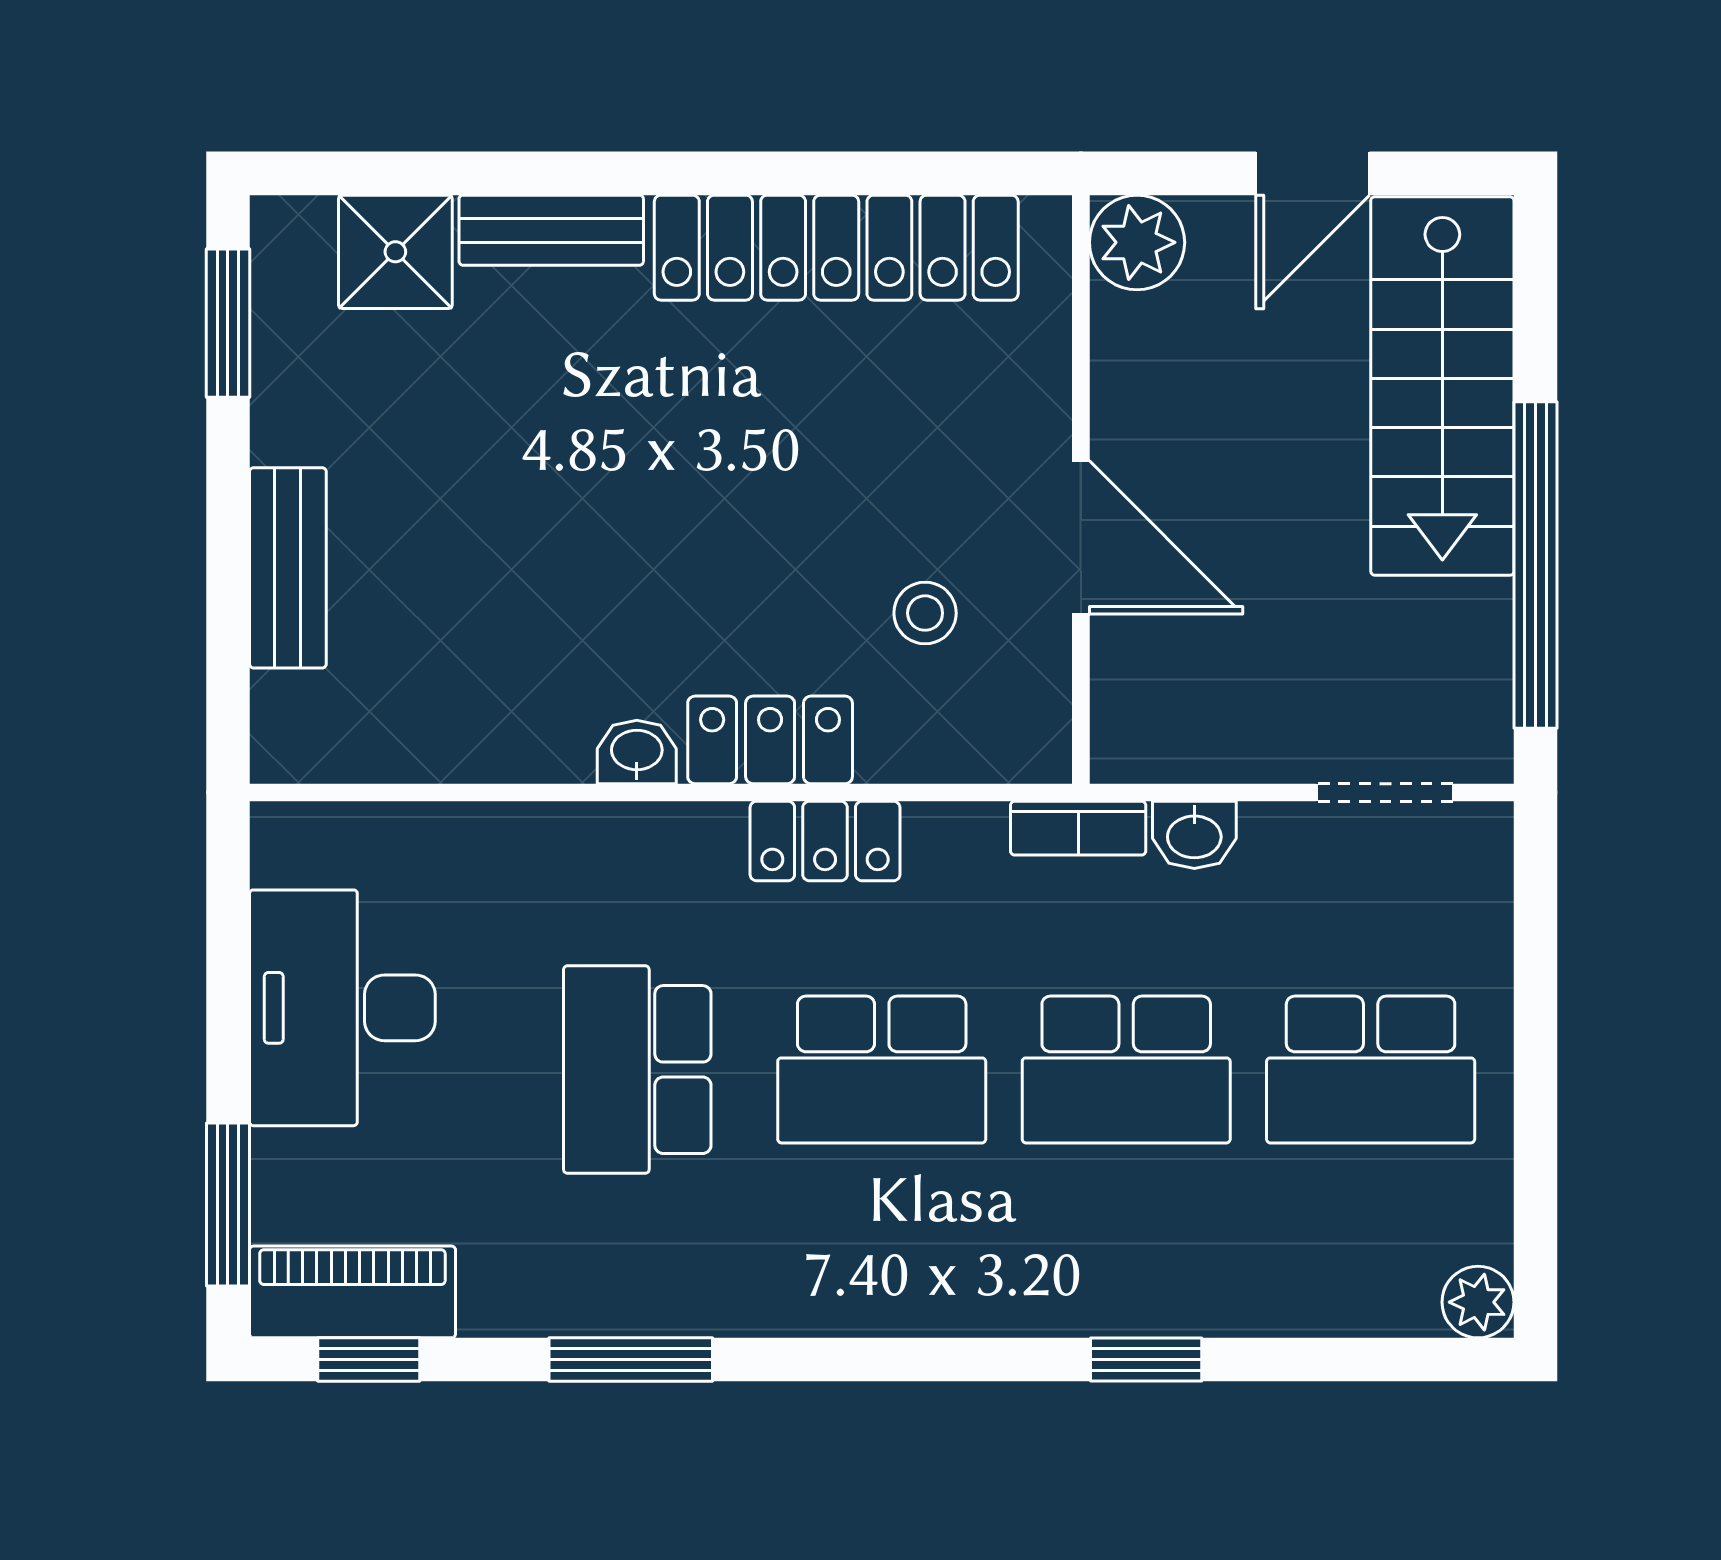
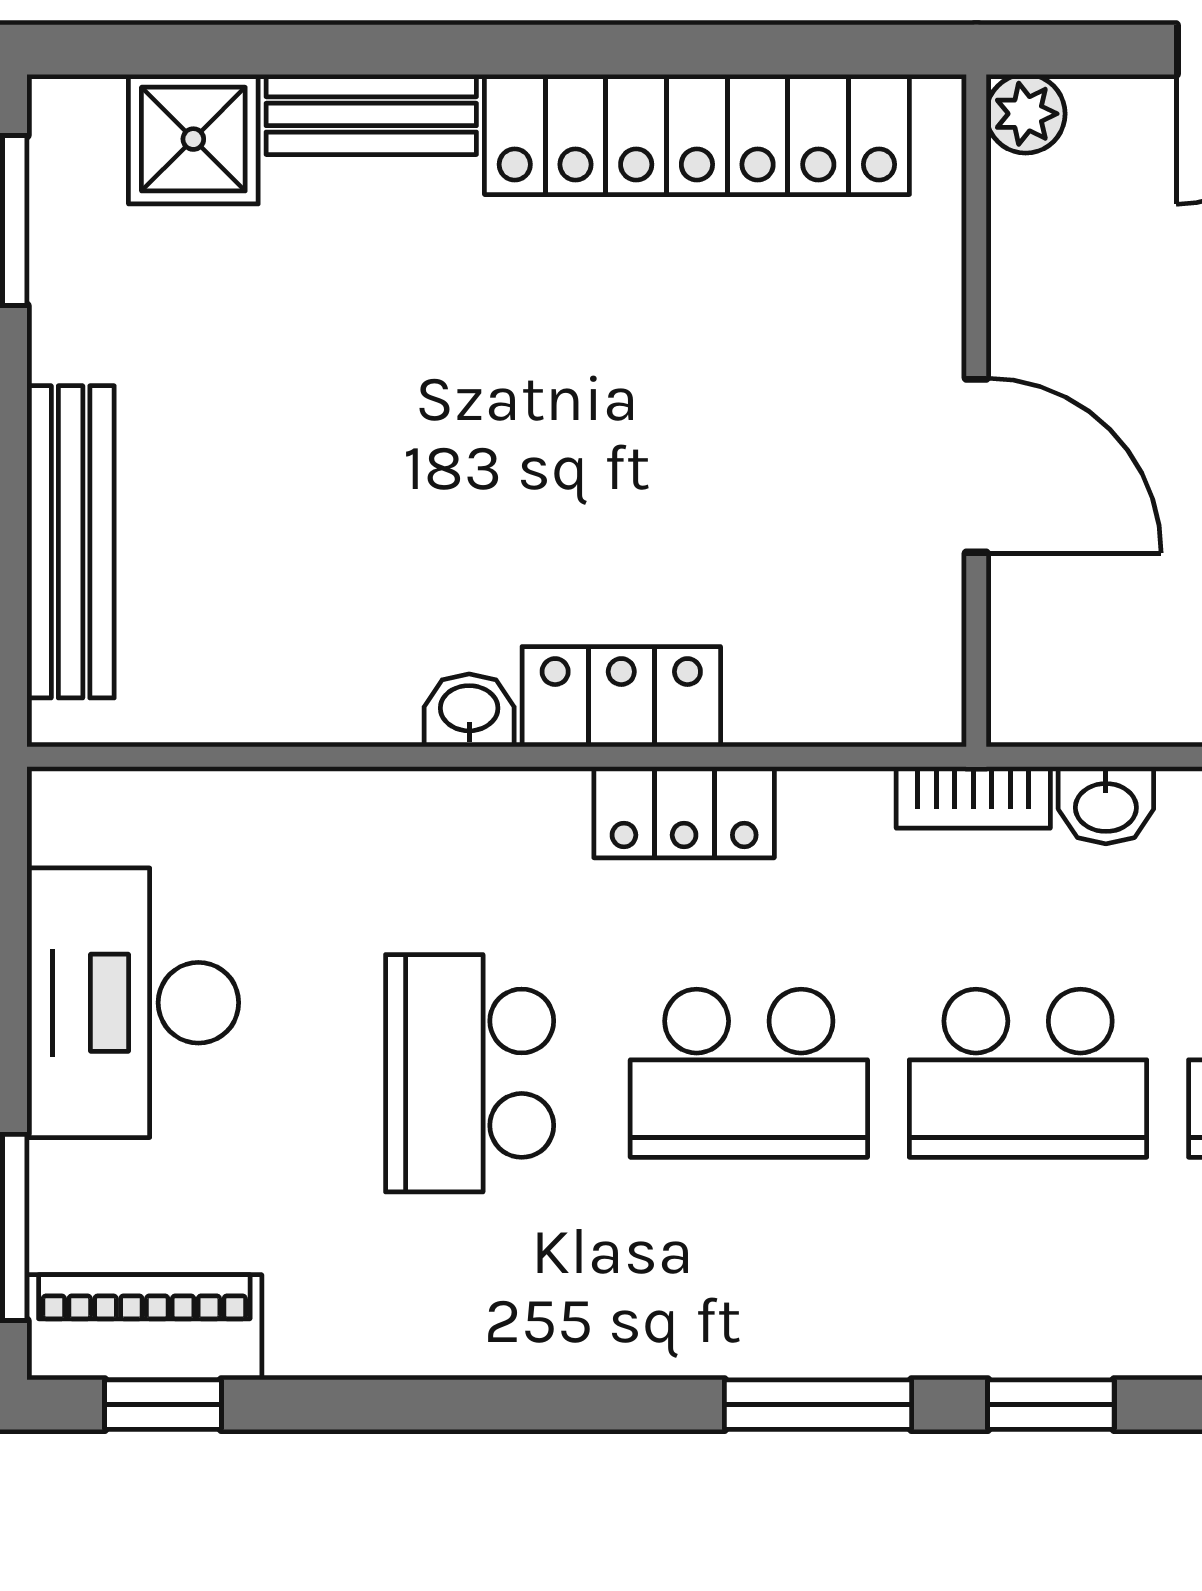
plant: (1137, 242) -> (1026, 114), width x0.73, depth x0.73
bench: (288, 568) -> (71, 542), width x1.36
stool: (925, 613) -> (798, 552), removed
window: (631, 1360) -> (818, 1405), moved

